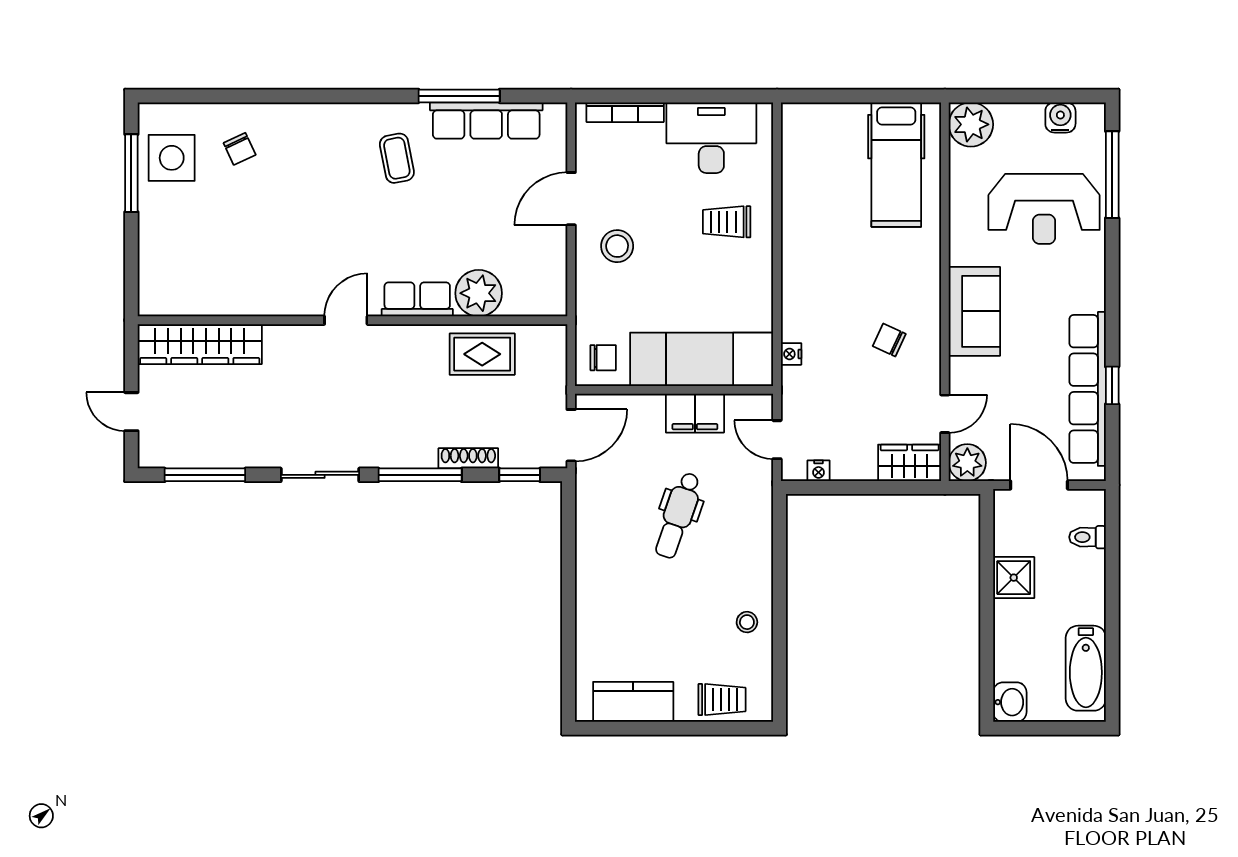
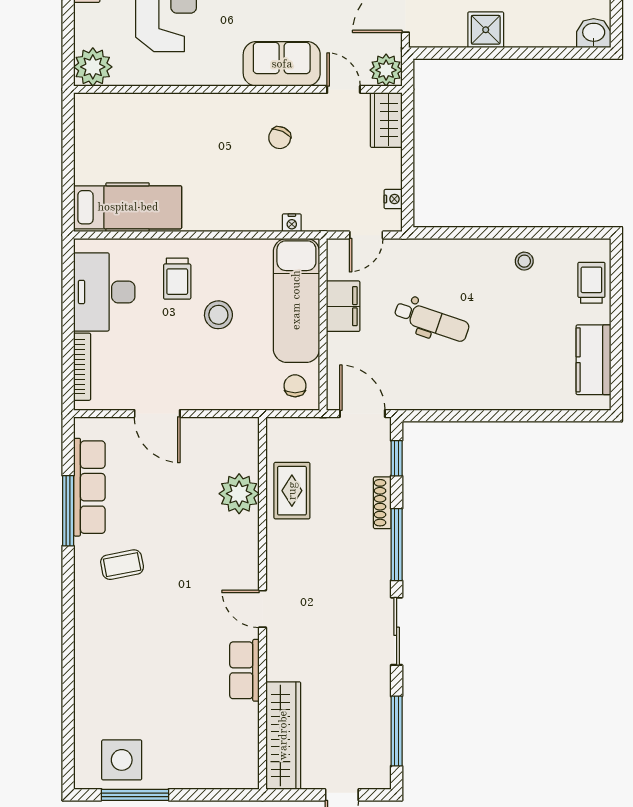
chair: (240, 149) -> (114, 701), removed
hospital bed: (896, 165) -> (128, 207), moved
stool: (617, 246) -> (218, 315), moved
row of seats: (417, 299) -> (244, 670), moved
sofa: (974, 311) -> (282, 64), moved

